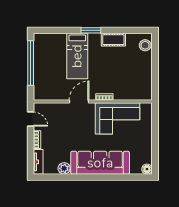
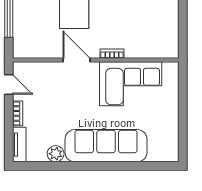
door: (79, 101) -> (76, 60), hinge flipped
floor lamp: (147, 169) -> (172, 155), removed

